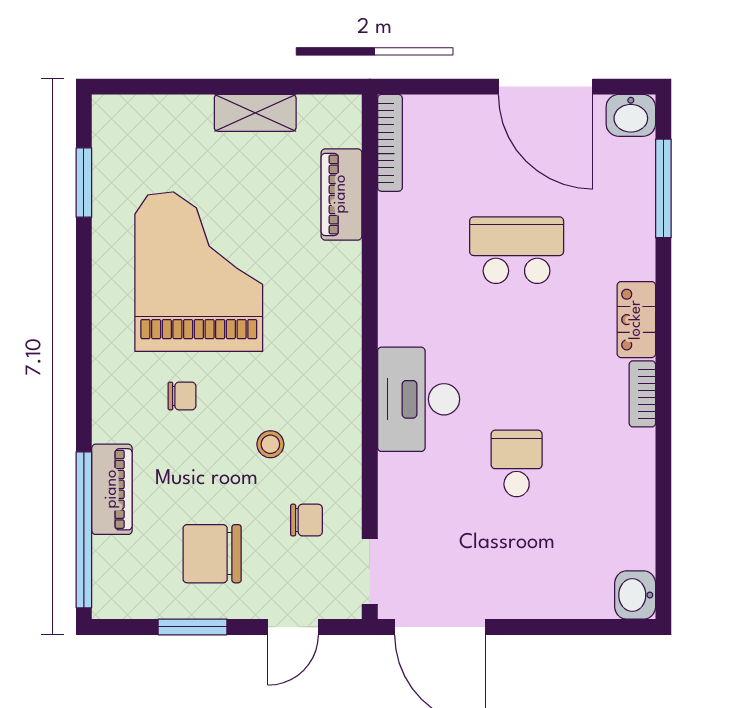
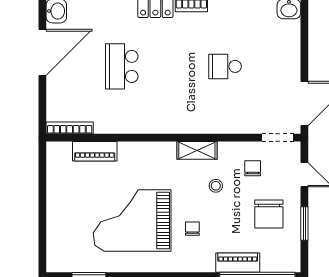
shelving: (255, 113) -> (197, 150), moved, turned 90
desk: (419, 399) -> (194, 114), removed

